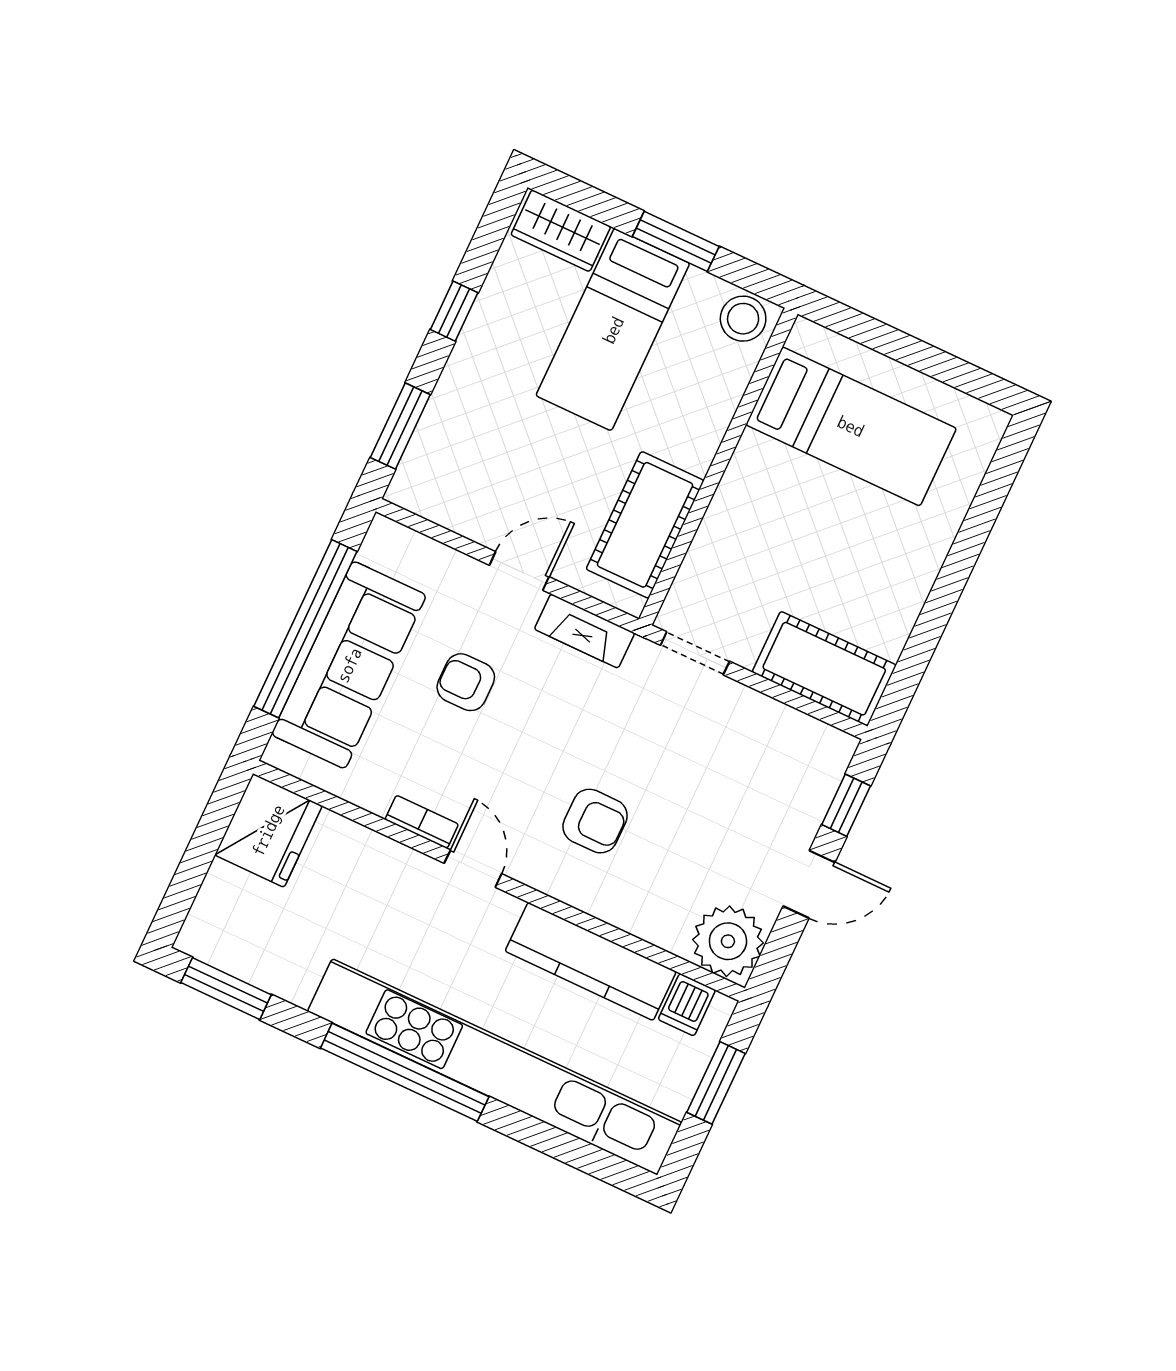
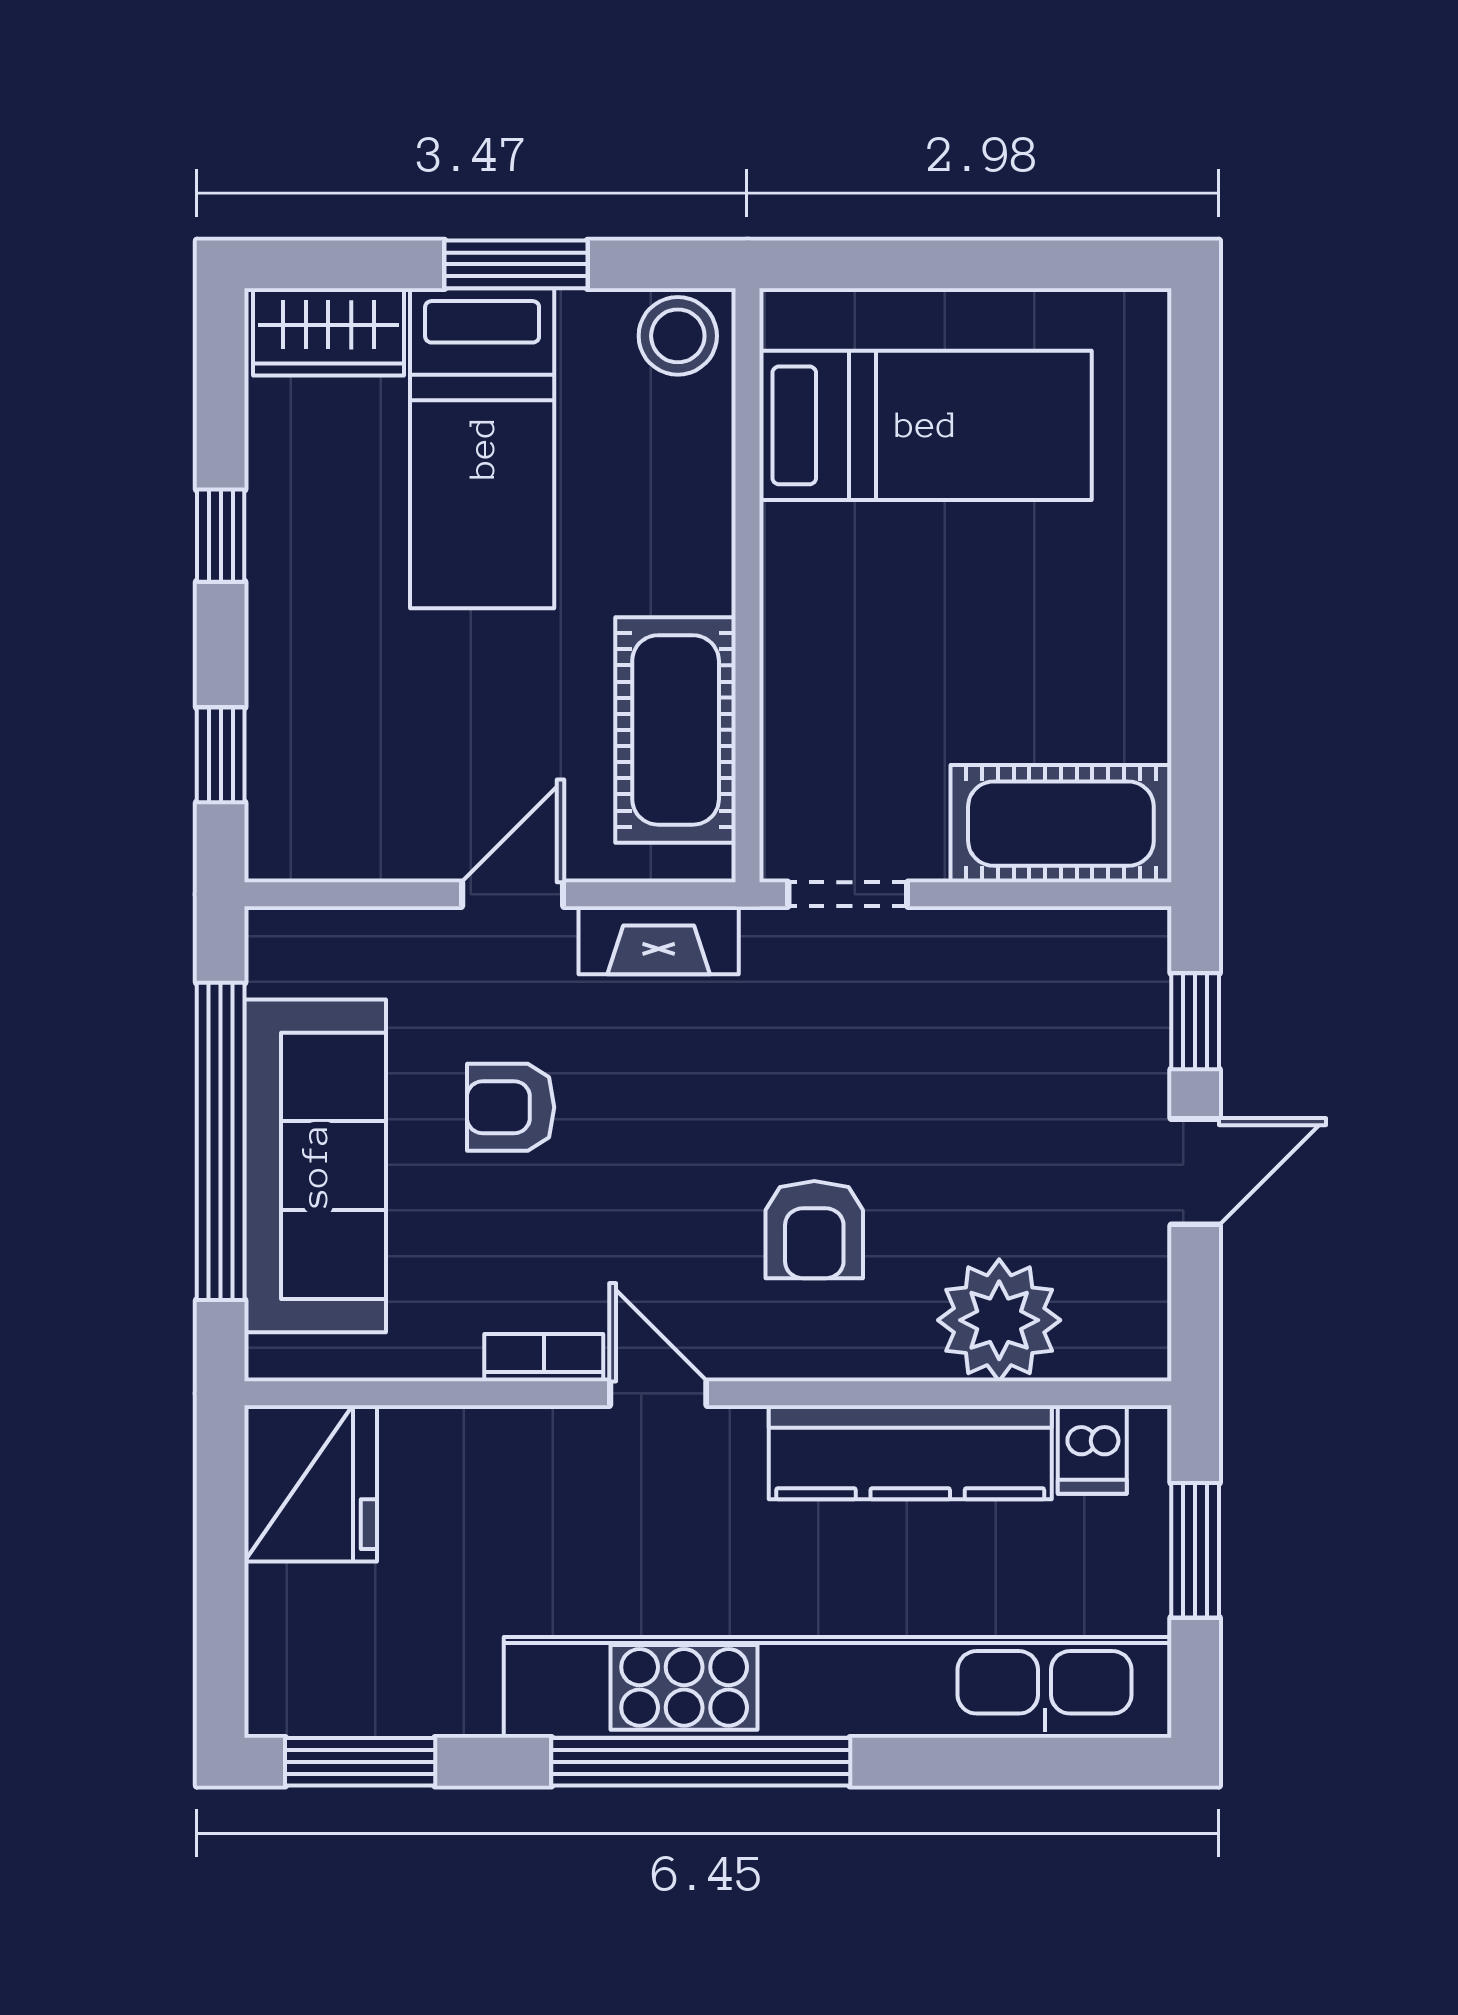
window: (400, 426) -> (221, 755), width x0.67
armchair: (595, 821) -> (814, 1230), turned 90
plant: (728, 941) -> (999, 1320), moved

